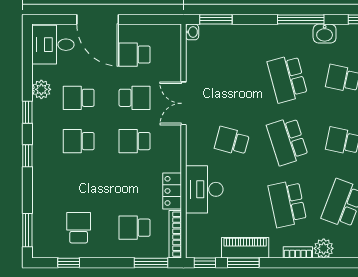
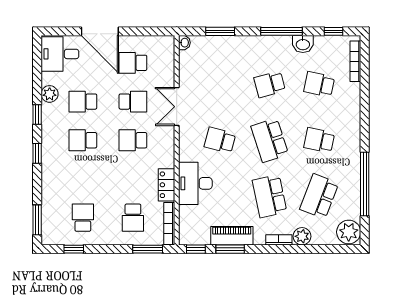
window: (216, 19) -> (220, 31), moved
school desk: (287, 79) -> (270, 84), width x0.54
school desk: (135, 228) -> (133, 218), turned -90

